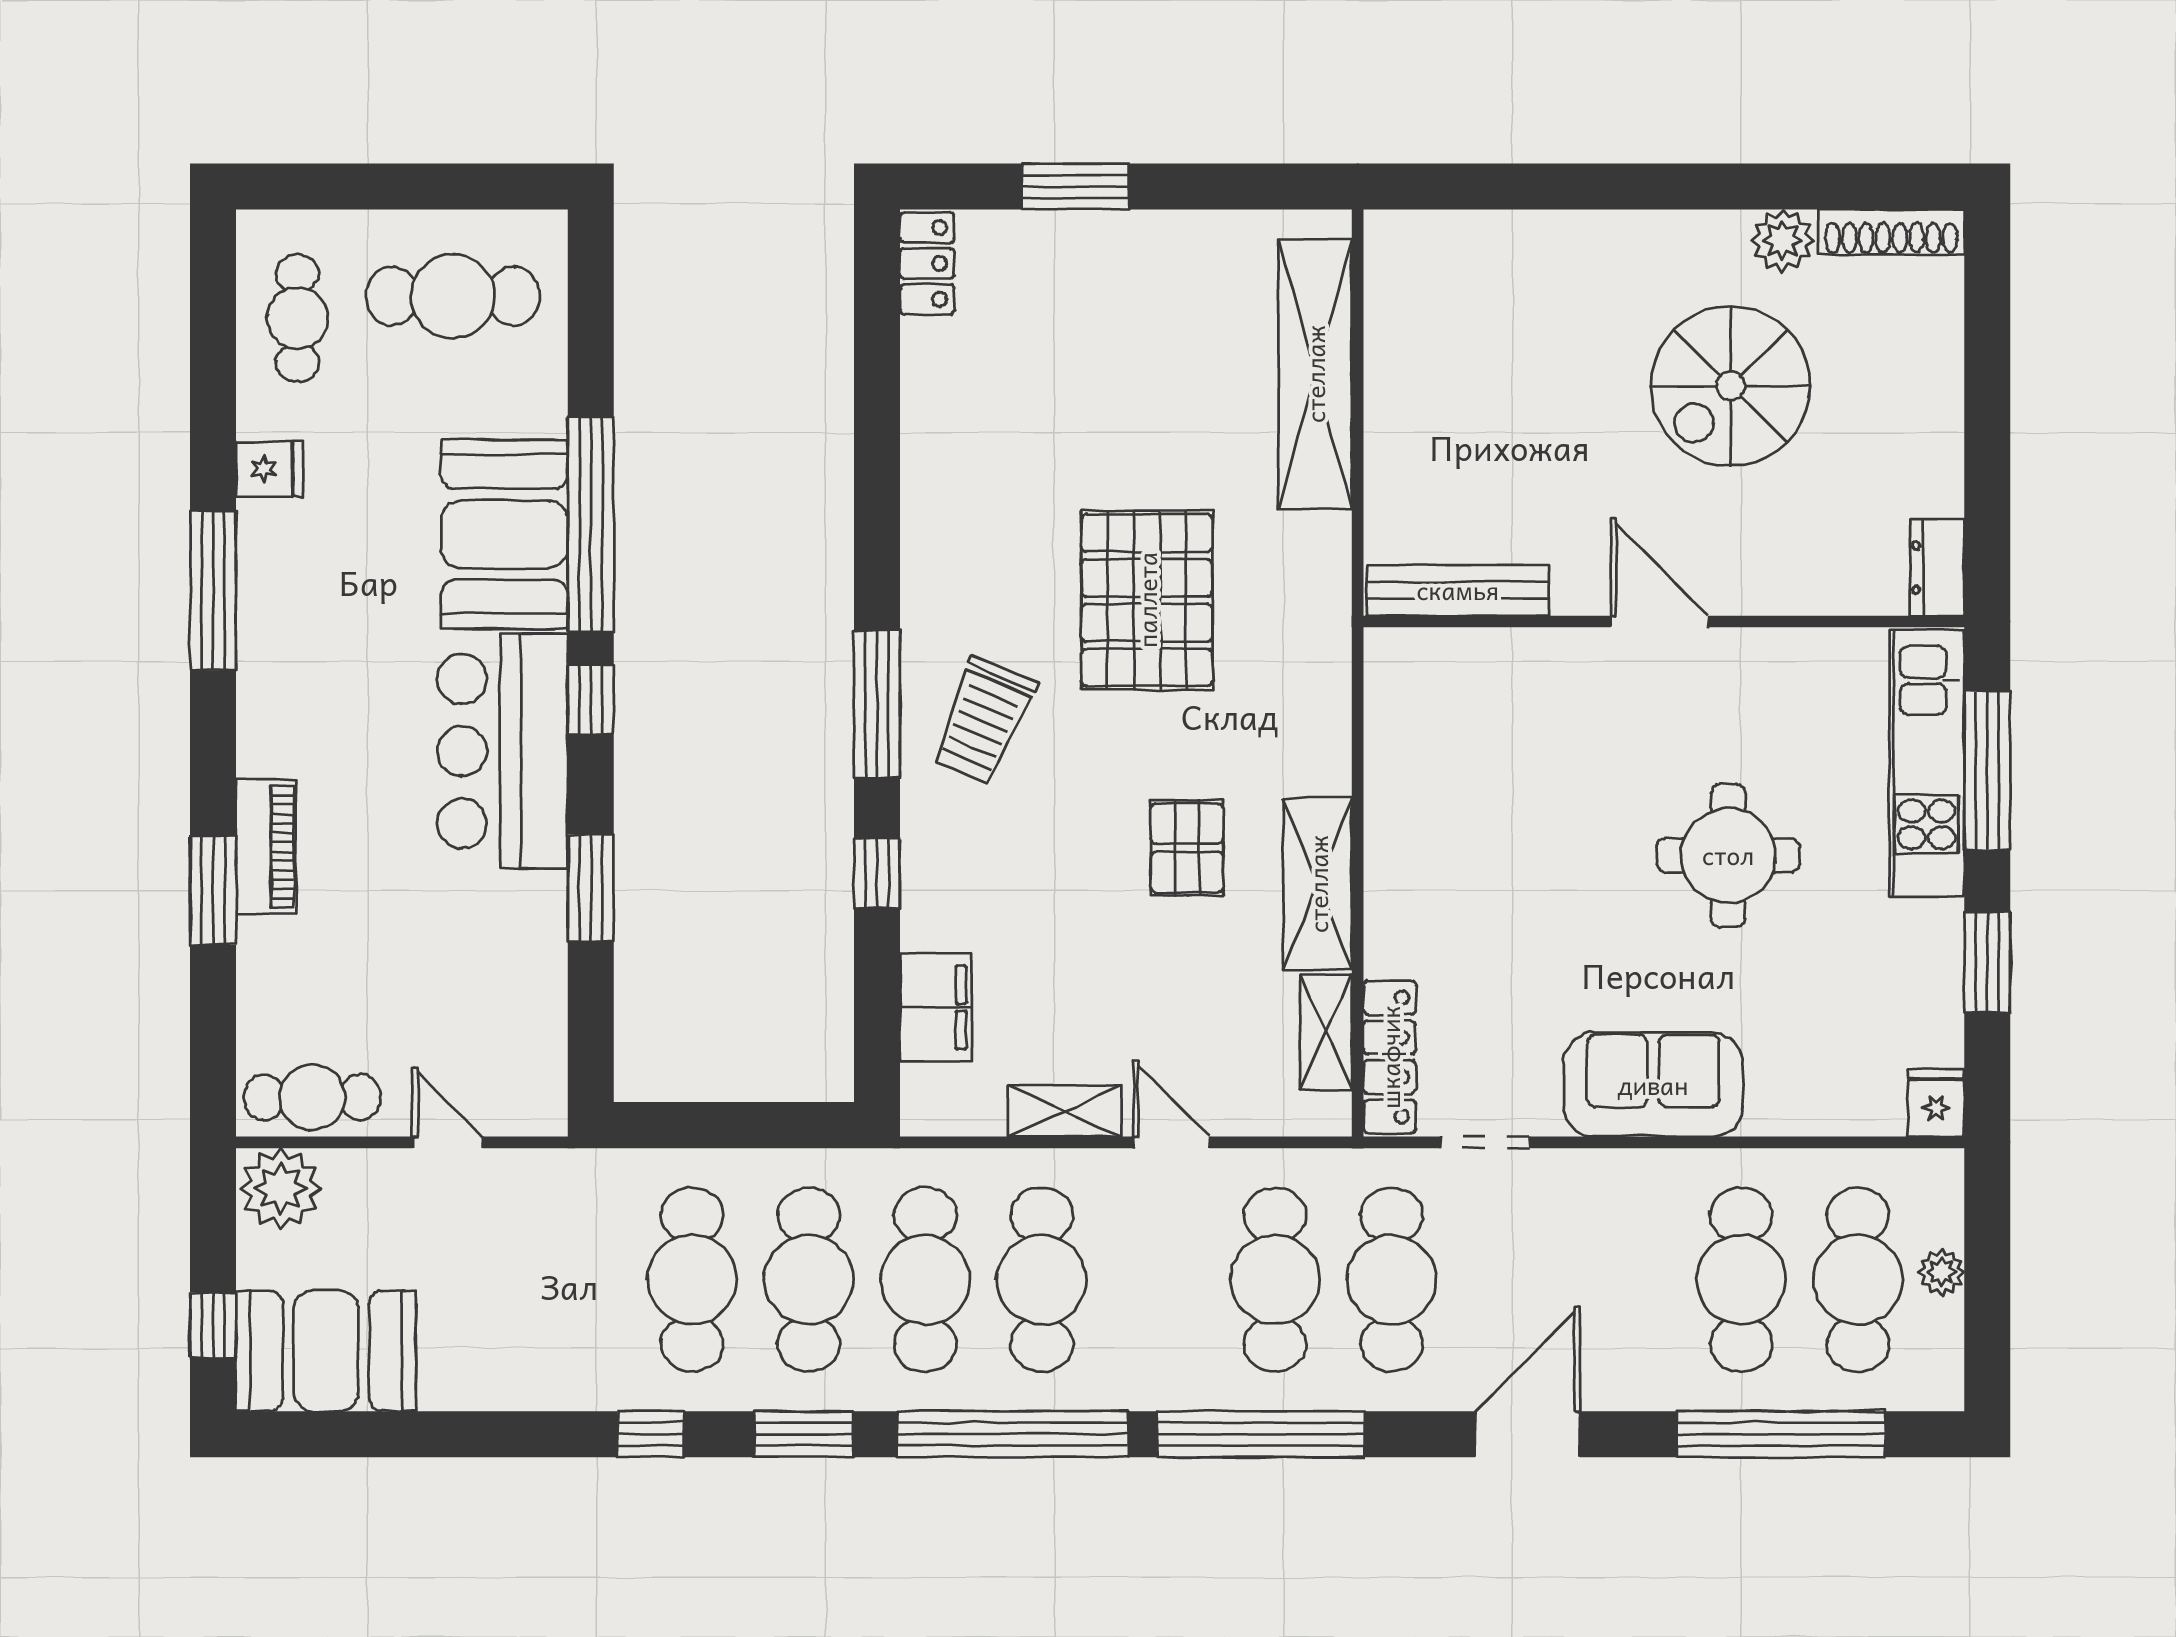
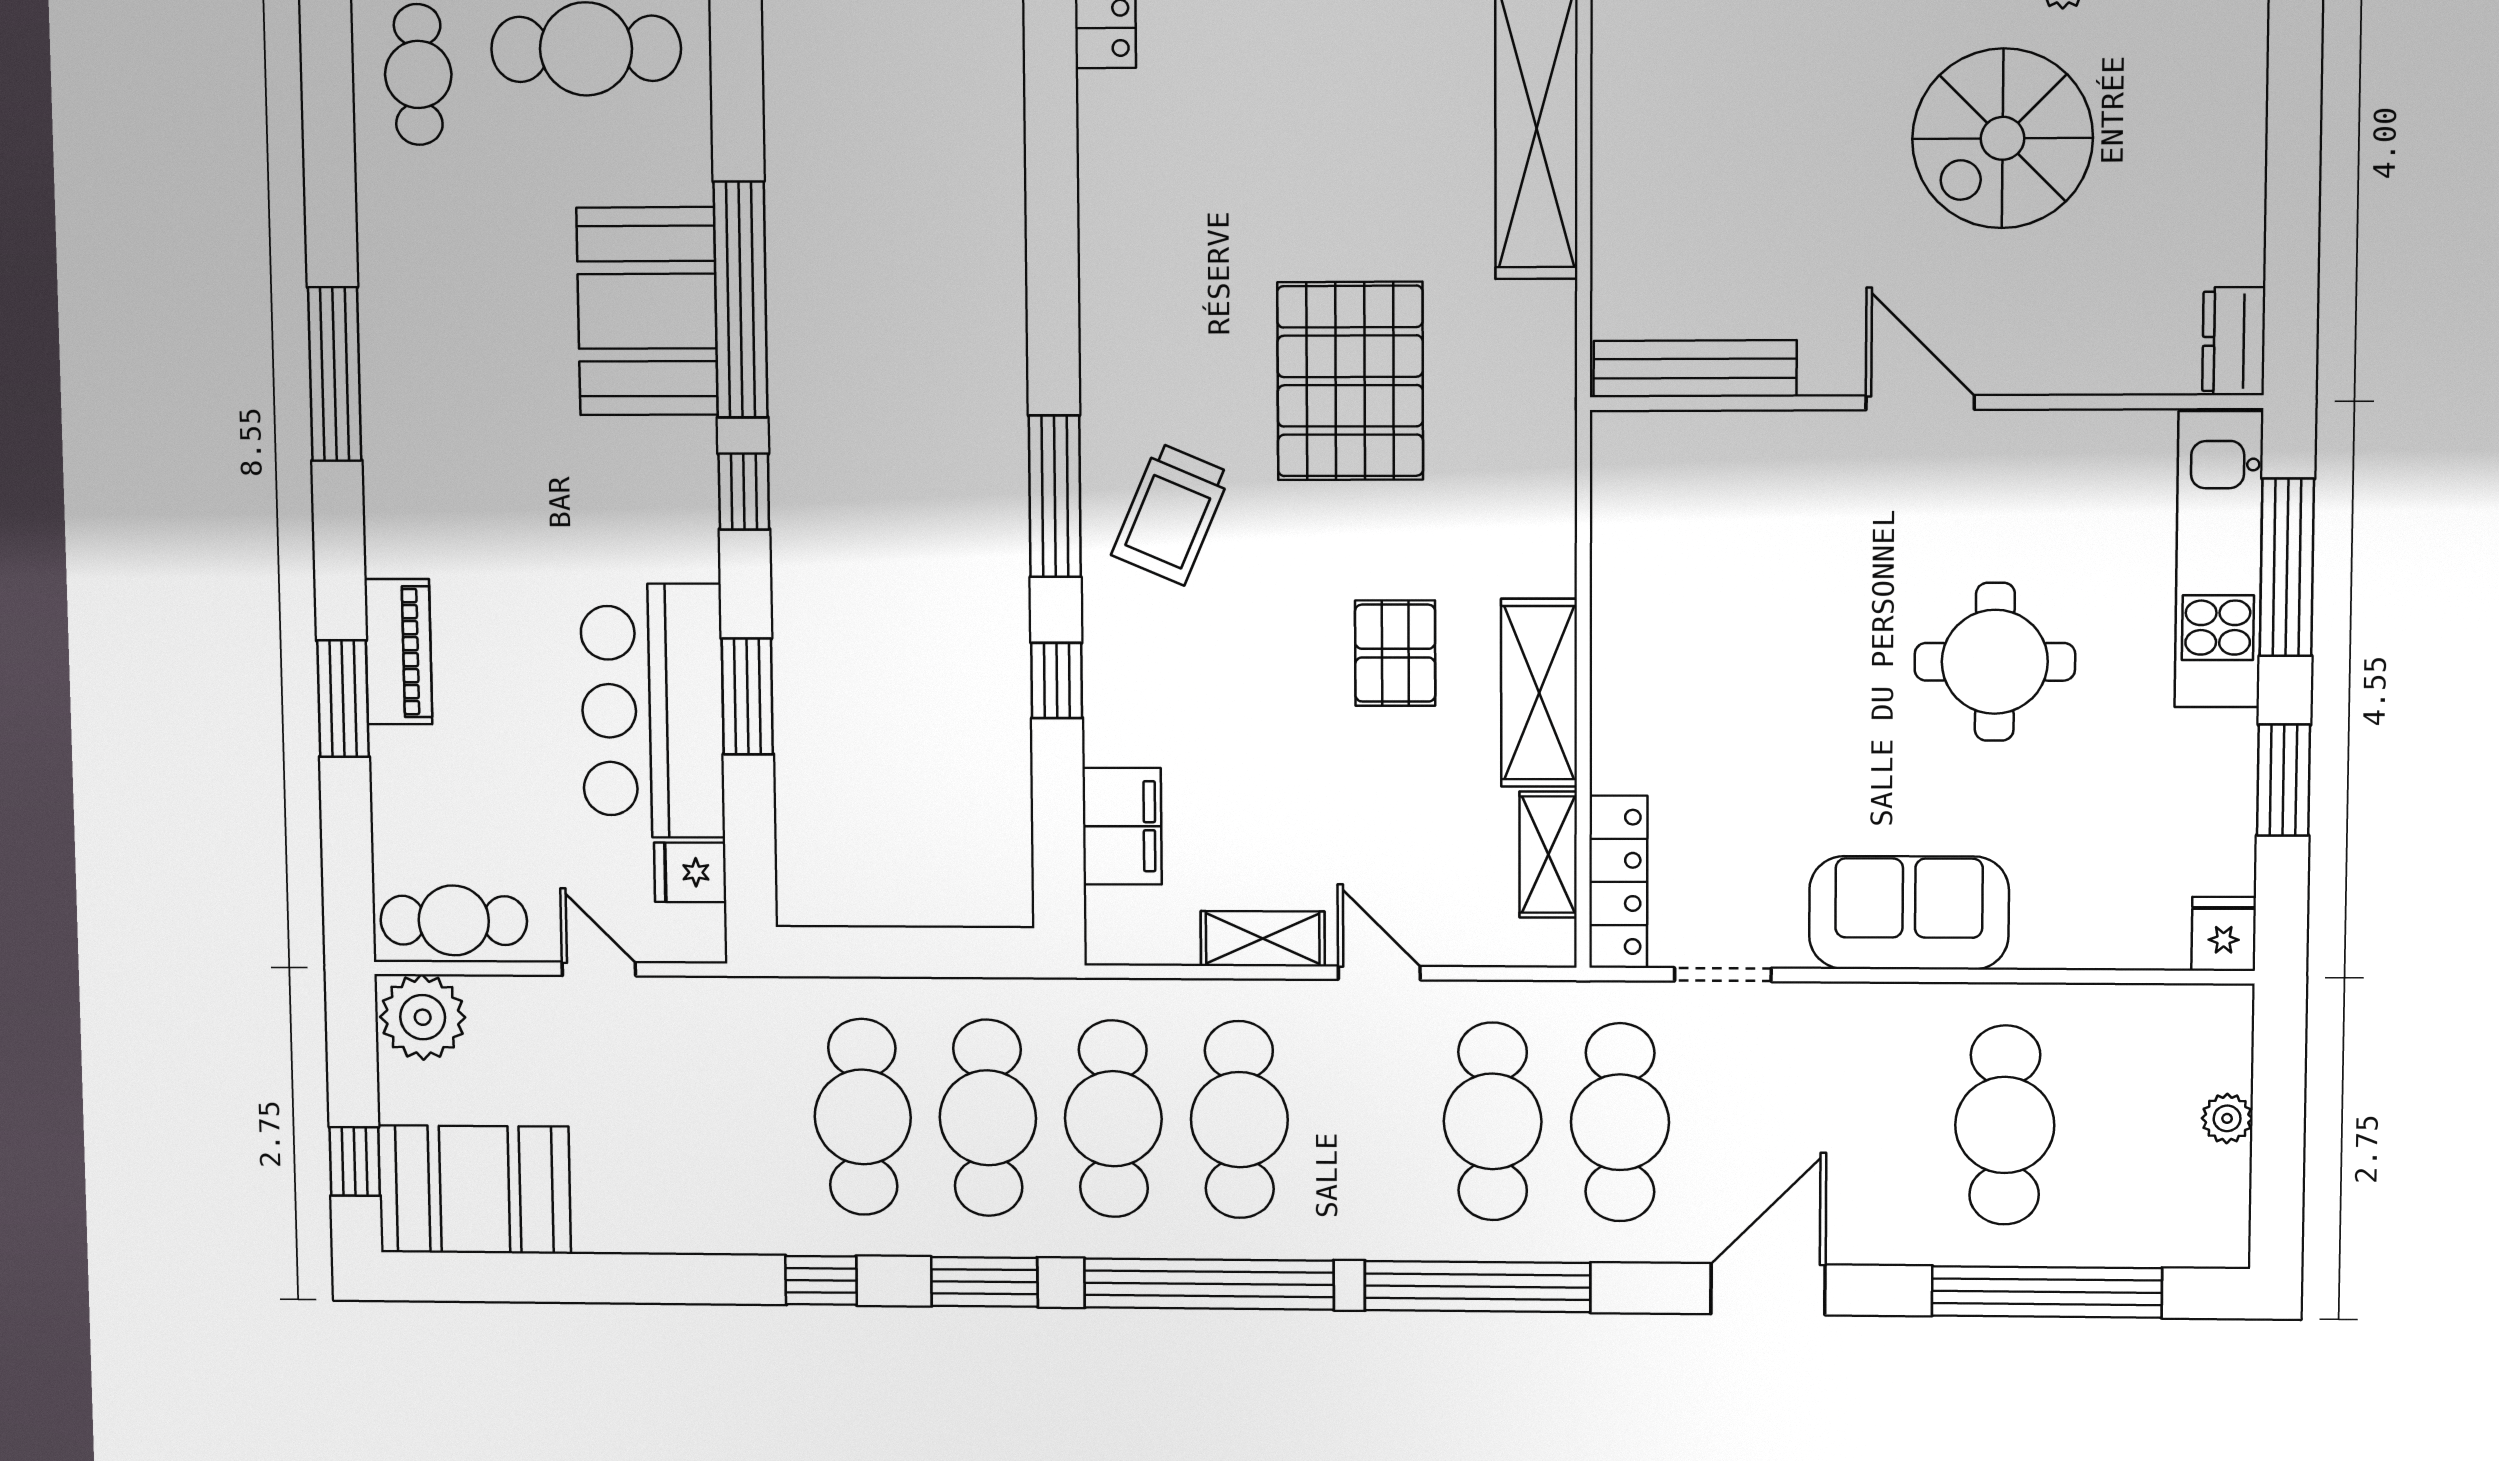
fridge: (269, 469) -> (690, 872), moved, turned 180
bar counter: (503, 751) -> (653, 711), moved
cafe table: (1858, 1280) -> (2134, 1126), removed

